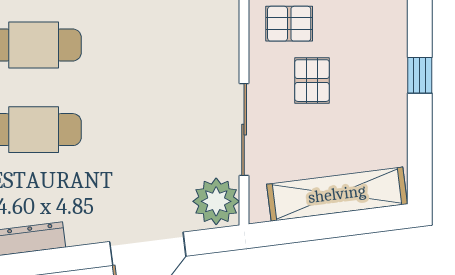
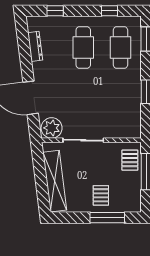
window: (420, 75) -> (107, 218), width x2.17
pallet: (312, 81) -> (101, 195), moved, turned 90

